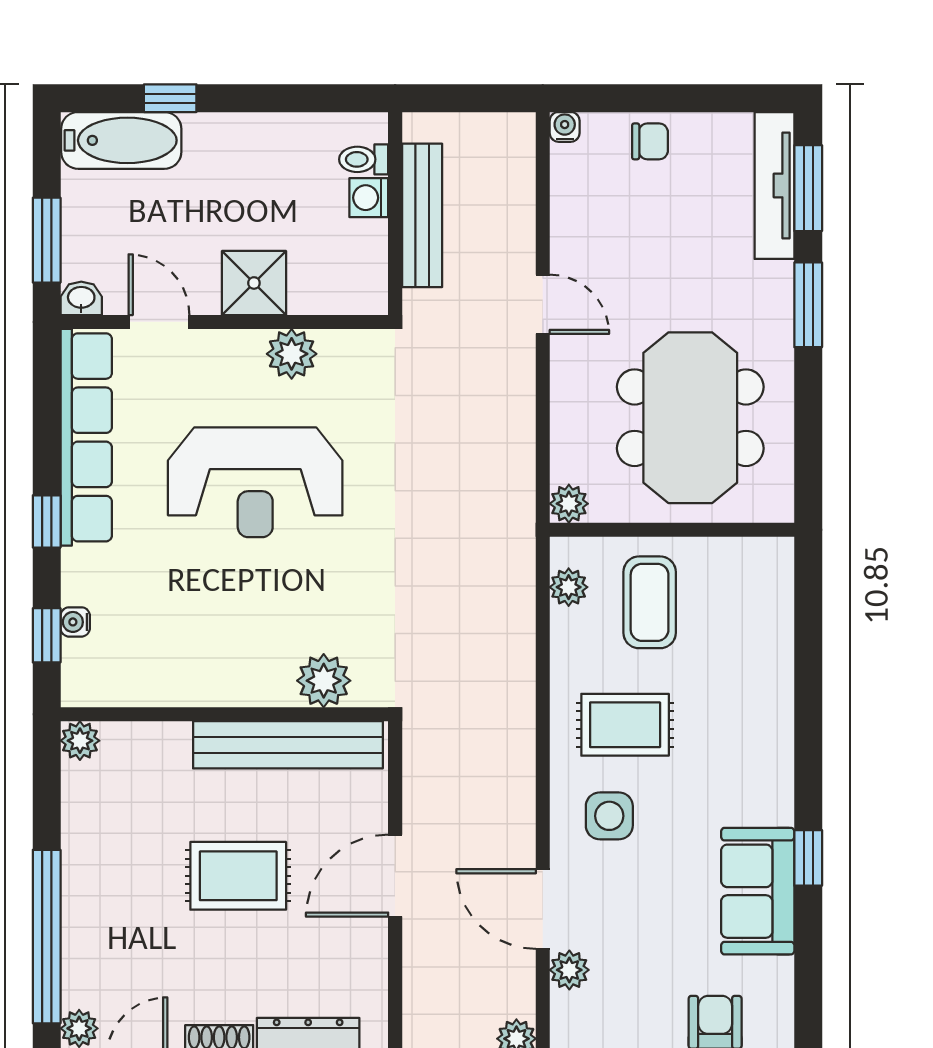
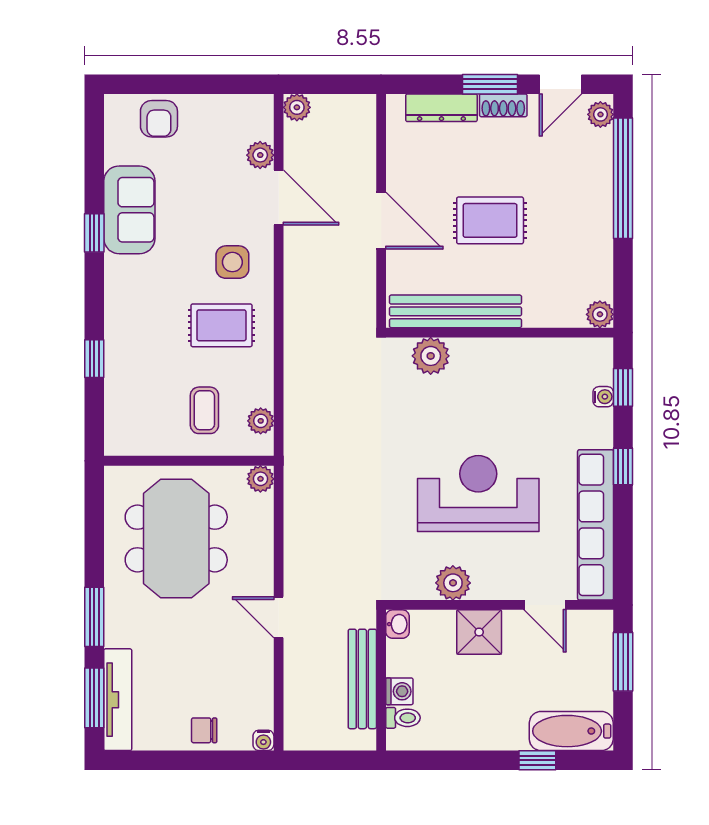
washbasin: (81, 298) -> (398, 624), moved, turned -90
coffee table: (650, 602) -> (204, 410), width x0.73, depth x0.77
window: (808, 677) -> (94, 359), added
door: (395, 876) -> (381, 221), hinge flipped

